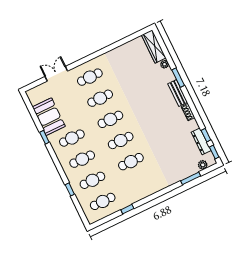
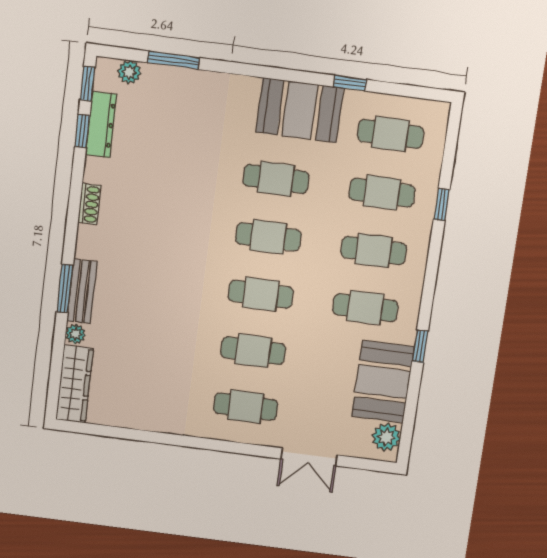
bench: (178, 93) -> (82, 291), moved
plant: (35, 98) -> (386, 437), added
booth: (138, 189) -> (300, 110), added

